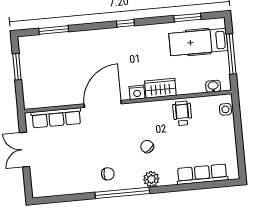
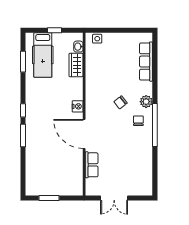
window: (54, 30) -> (23, 135), moved
window: (231, 54) -> (55, 30), width x0.46
wardrobe: (160, 88) -> (76, 65), moved
wheelchair: (182, 113) -> (97, 73), removed
row of seats: (56, 118) -> (92, 165), width x0.68
chair: (108, 174) -> (138, 121), moved

